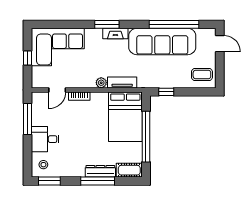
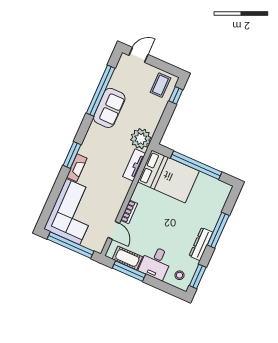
fireplace: (115, 33) -> (77, 168), moved
sofa: (162, 41) -> (109, 108), width x0.54, depth x0.79
window: (28, 58) -> (71, 245), width x3.17
plant: (101, 83) -> (141, 139), moved, width x1.88, depth x1.88
window: (166, 92) -> (176, 95), moved
cot: (129, 170) -> (127, 258), moved, turned 90
dresser: (100, 171) -> (201, 244), moved

